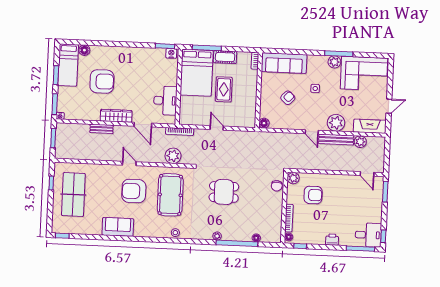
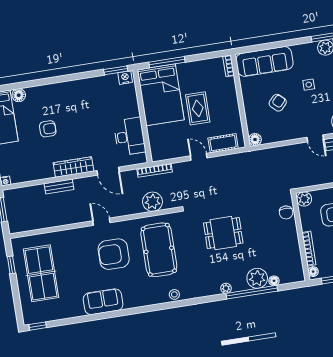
cot: (225, 57) -> (223, 143), moved
armchair: (102, 81) -> (48, 129), width x0.53, depth x0.53
plant: (243, 233) -> (257, 278), added

